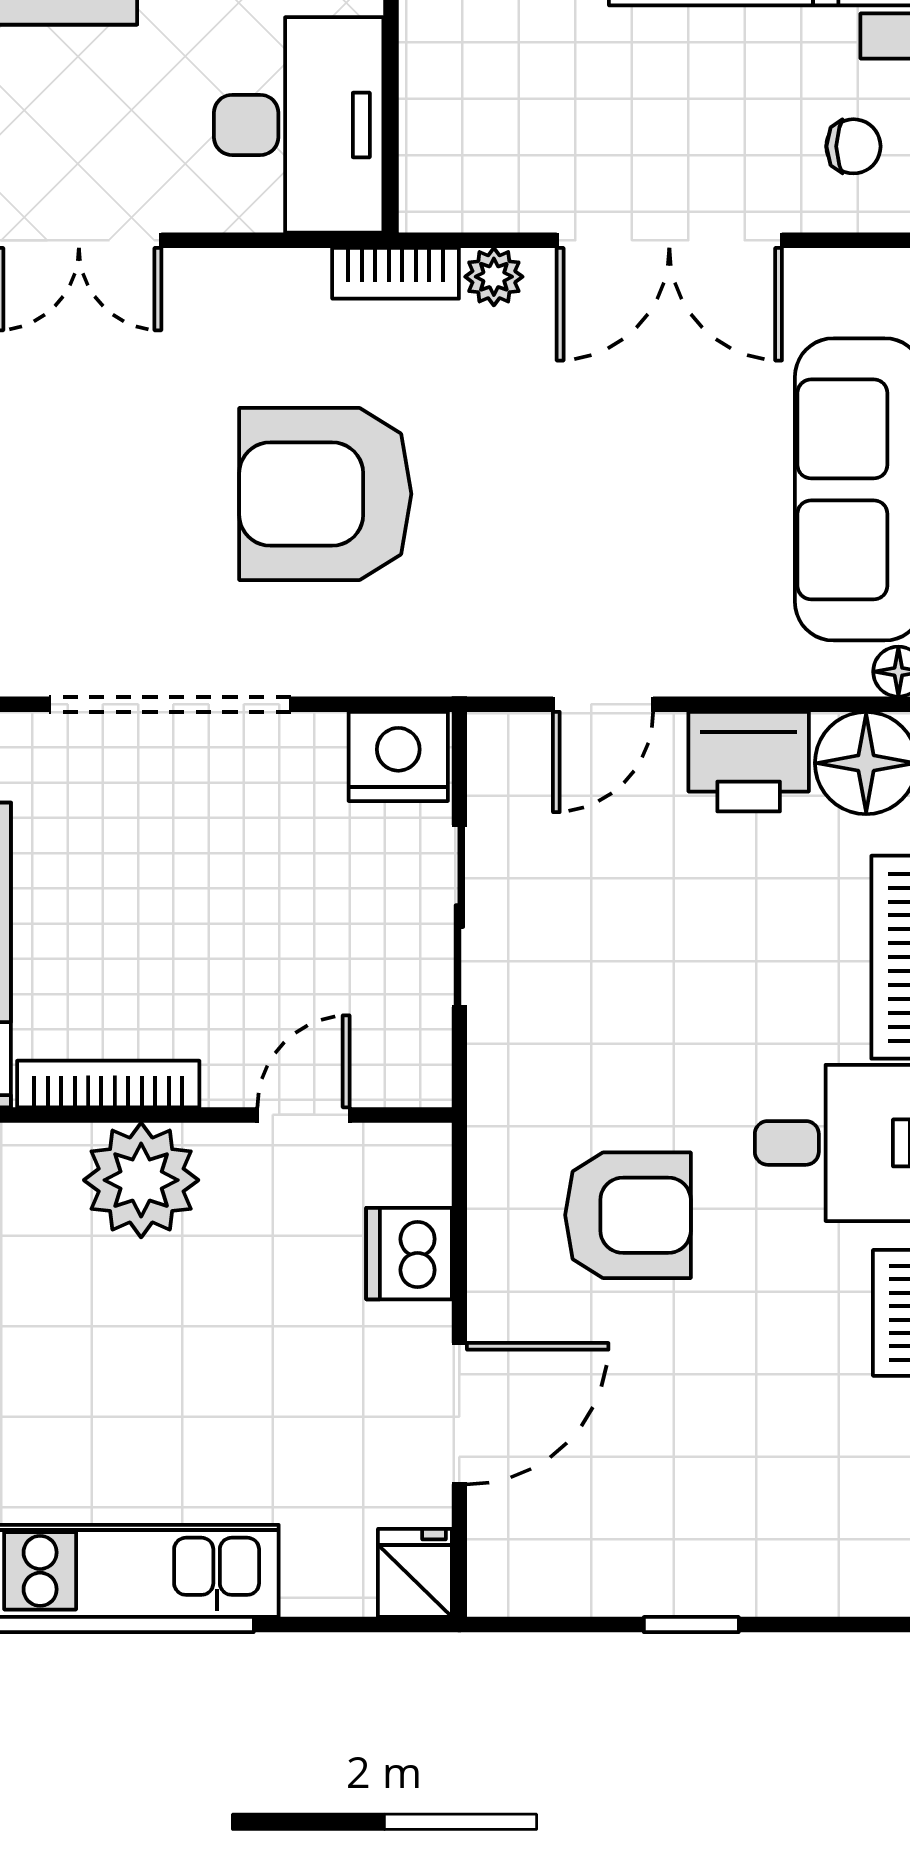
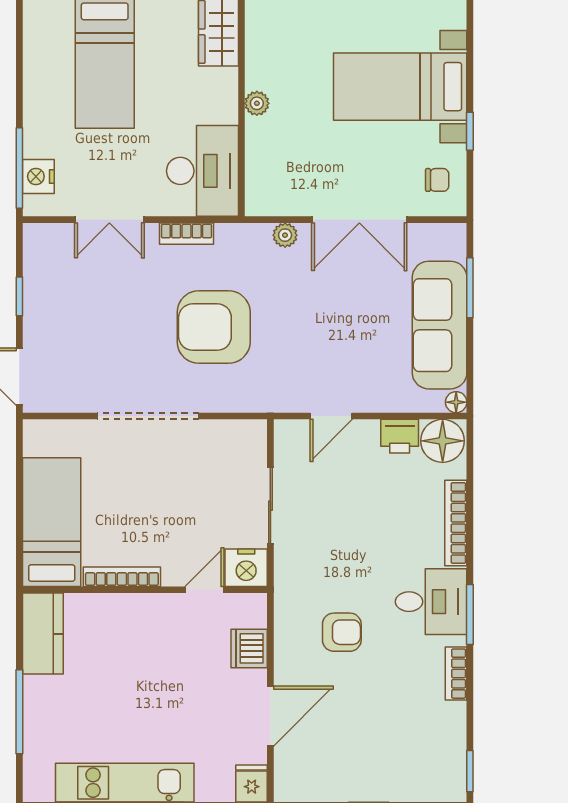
bookcase: (396, 273) -> (186, 234), moved
nightstand: (398, 756) -> (246, 568), moved, turned 180
printer: (749, 762) -> (400, 436), width x0.73, depth x0.81
plant: (141, 1180) -> (136, 617), removed
armchair: (628, 1215) -> (342, 632), width x0.72, depth x0.72

